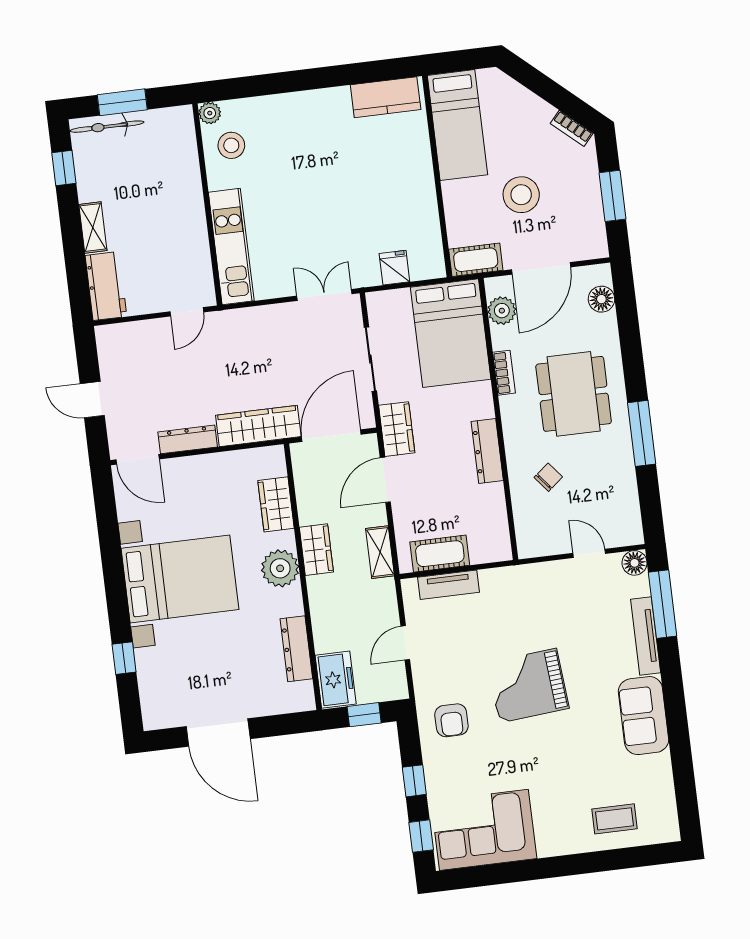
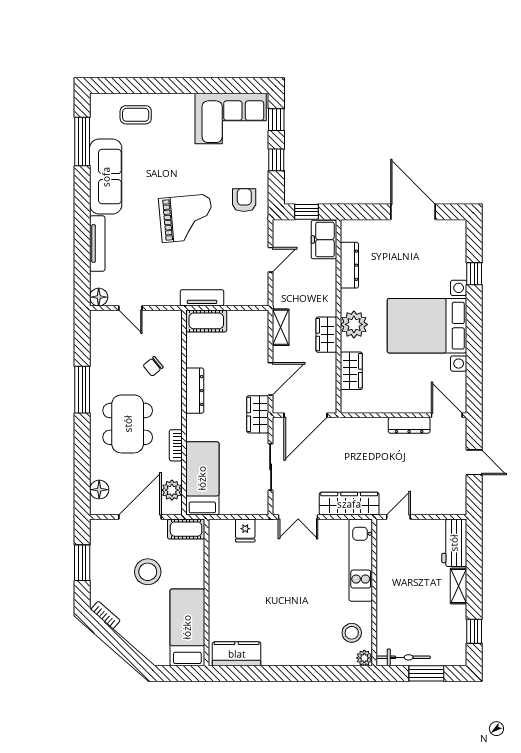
bicycle: (107, 127) -> (403, 657), moved
bed: (451, 333) -> (202, 478), width x0.67
wardrobe: (258, 426) -> (349, 504), moved, turned 180
cot: (440, 554) -> (206, 321), moved
tv unit: (448, 585) -> (202, 298), moved
window: (663, 604) -> (82, 141), moved
sofa: (644, 716) -> (106, 177), width x1.36

